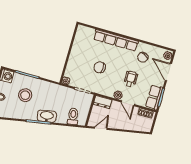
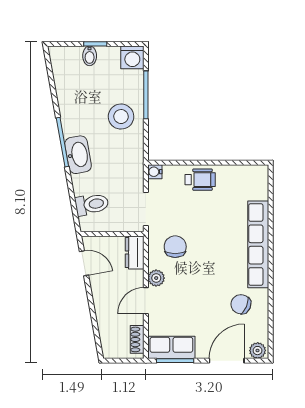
chair: (100, 67) -> (175, 247), moved
wheelchair: (131, 79) -> (200, 180), moved
stool: (25, 95) -> (121, 117), moved

